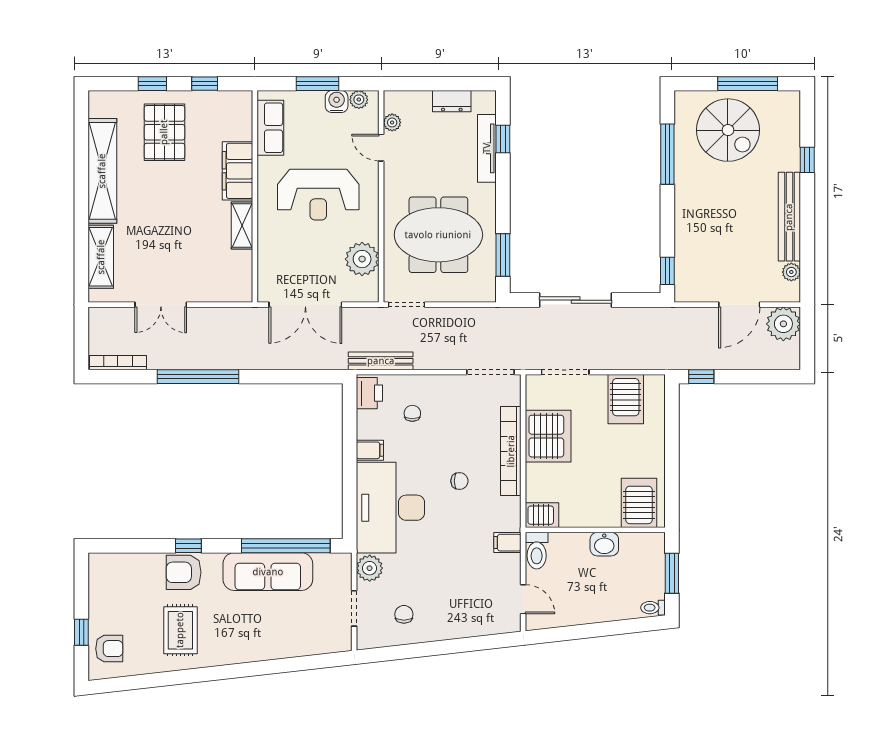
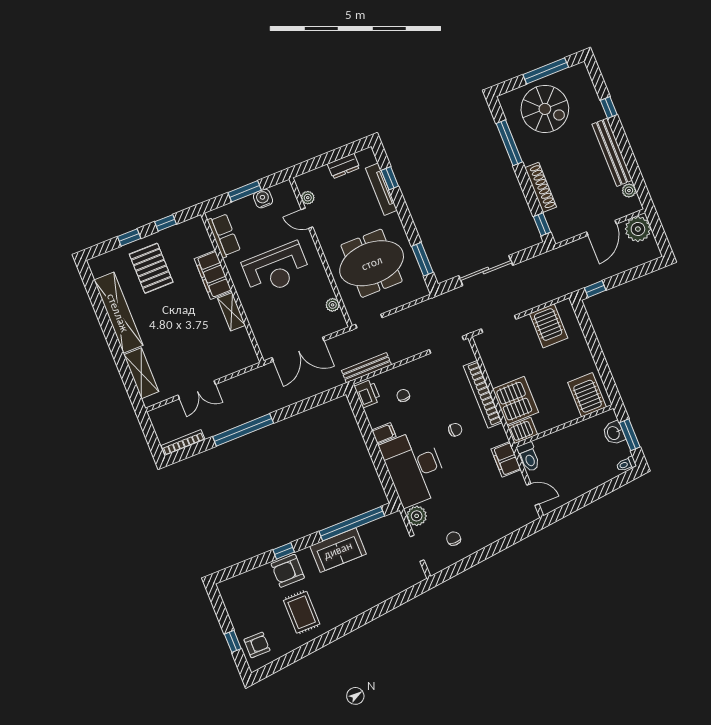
plant: (359, 100) -> (278, 191), removed
shoe rack: (684, 225) -> (541, 187), added
plant: (362, 259) -> (333, 305), width x0.53, depth x0.53
server rack: (548, 436) -> (516, 401), moved
filing cabinet: (507, 543) -> (506, 459), width x2.00
washbasin: (604, 544) -> (614, 433), moved, turned 90
sofa: (268, 572) -> (338, 550), width x0.73

